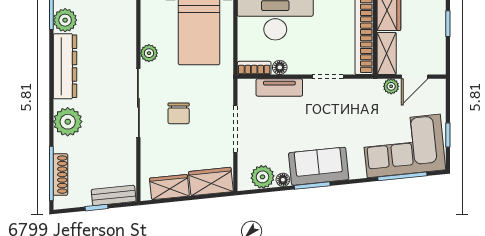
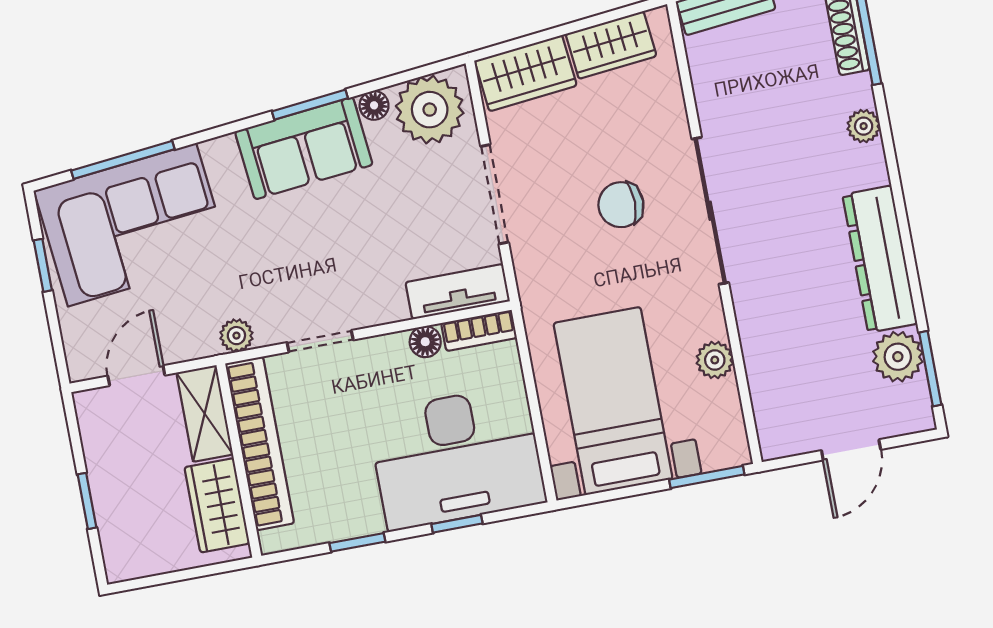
plant: (149, 53) -> (715, 360), moved
plant: (391, 86) -> (236, 336), moved
tv unit: (279, 87) -> (458, 292), moved
chair: (179, 113) -> (621, 205), turned -90
plant: (68, 122) -> (864, 126), width x0.53, depth x0.53
plant: (263, 177) -> (430, 110), width x1.36, depth x1.36

